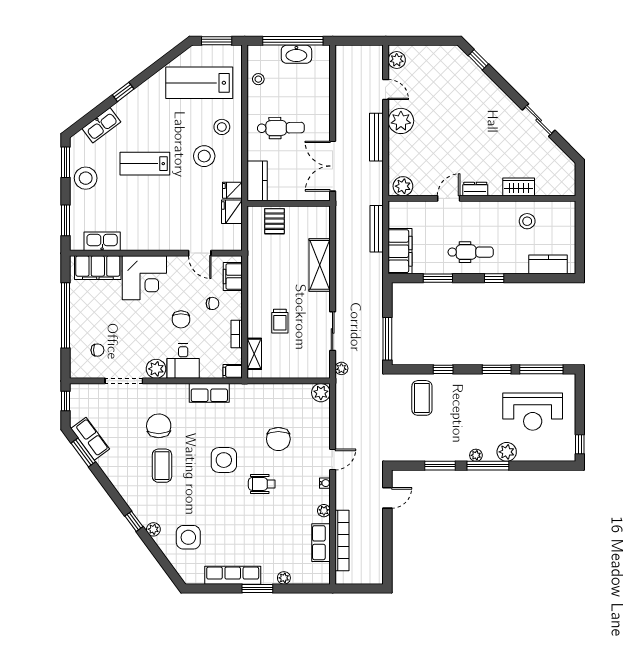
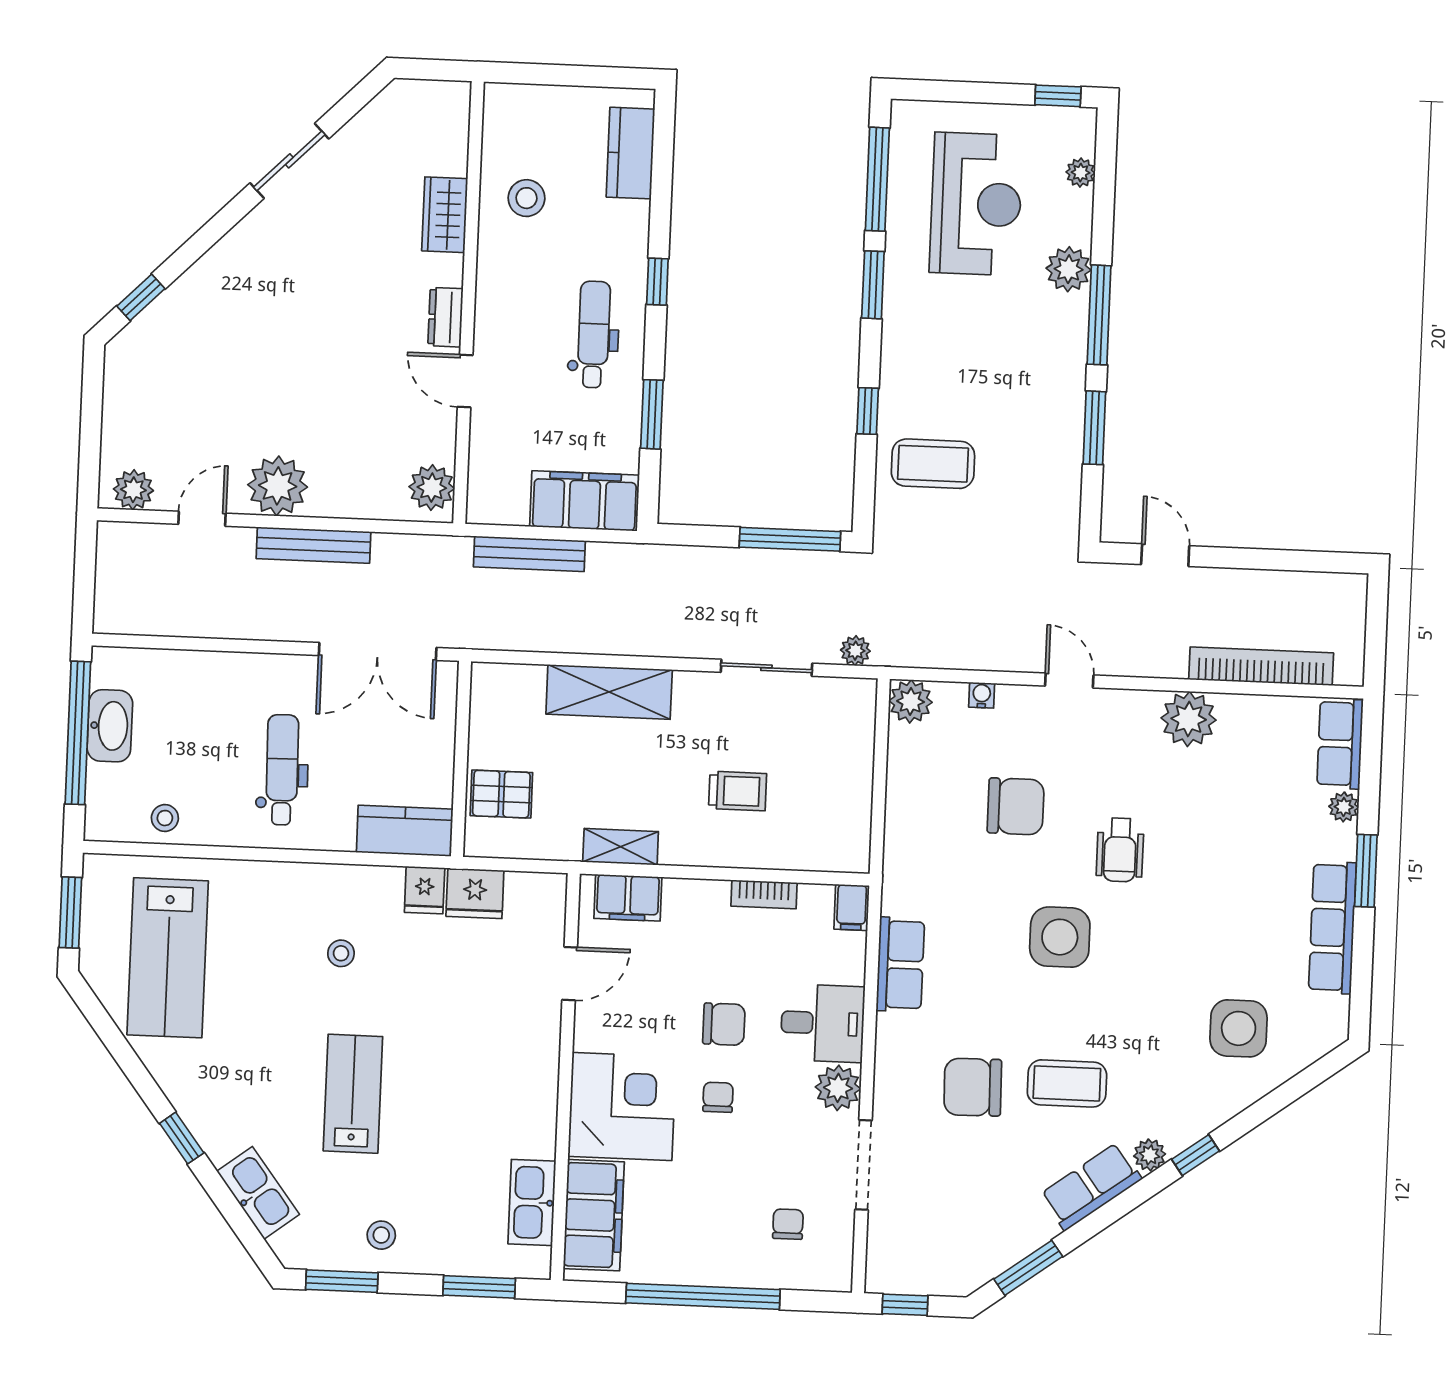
stool: (222, 127) -> (274, 909), removed
stool: (204, 156) -> (341, 953), width x0.53, depth x0.53
lab bench: (145, 164) -> (353, 1094), turned 180
stool: (86, 178) -> (381, 1235), width x0.53, depth x0.53
chair: (213, 303) -> (718, 1097), moved
shelving: (254, 354) -> (621, 847), moved
row of seats: (90, 439) -> (1091, 1187), moved
plant: (476, 455) -> (1081, 173), moved
water cooler: (325, 483) -> (982, 695), moved
plant: (324, 511) -> (1189, 719), width x1.88, depth x1.88
plant: (153, 529) -> (1150, 1155), moved
row of seats: (321, 543) -> (1340, 744), moved, turned 90

